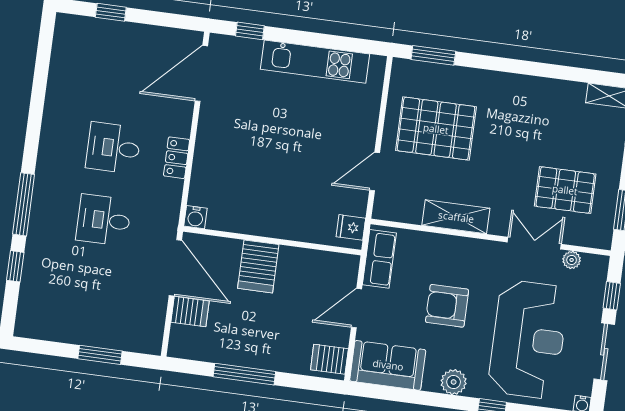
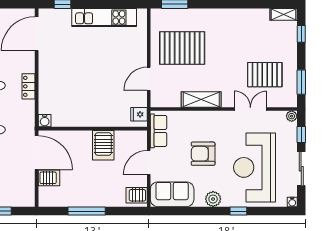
plant: (572, 260) -> (292, 116), moved
server rack: (258, 266) -> (103, 145), moved
reception desk: (528, 339) -> (255, 167), turned 180

